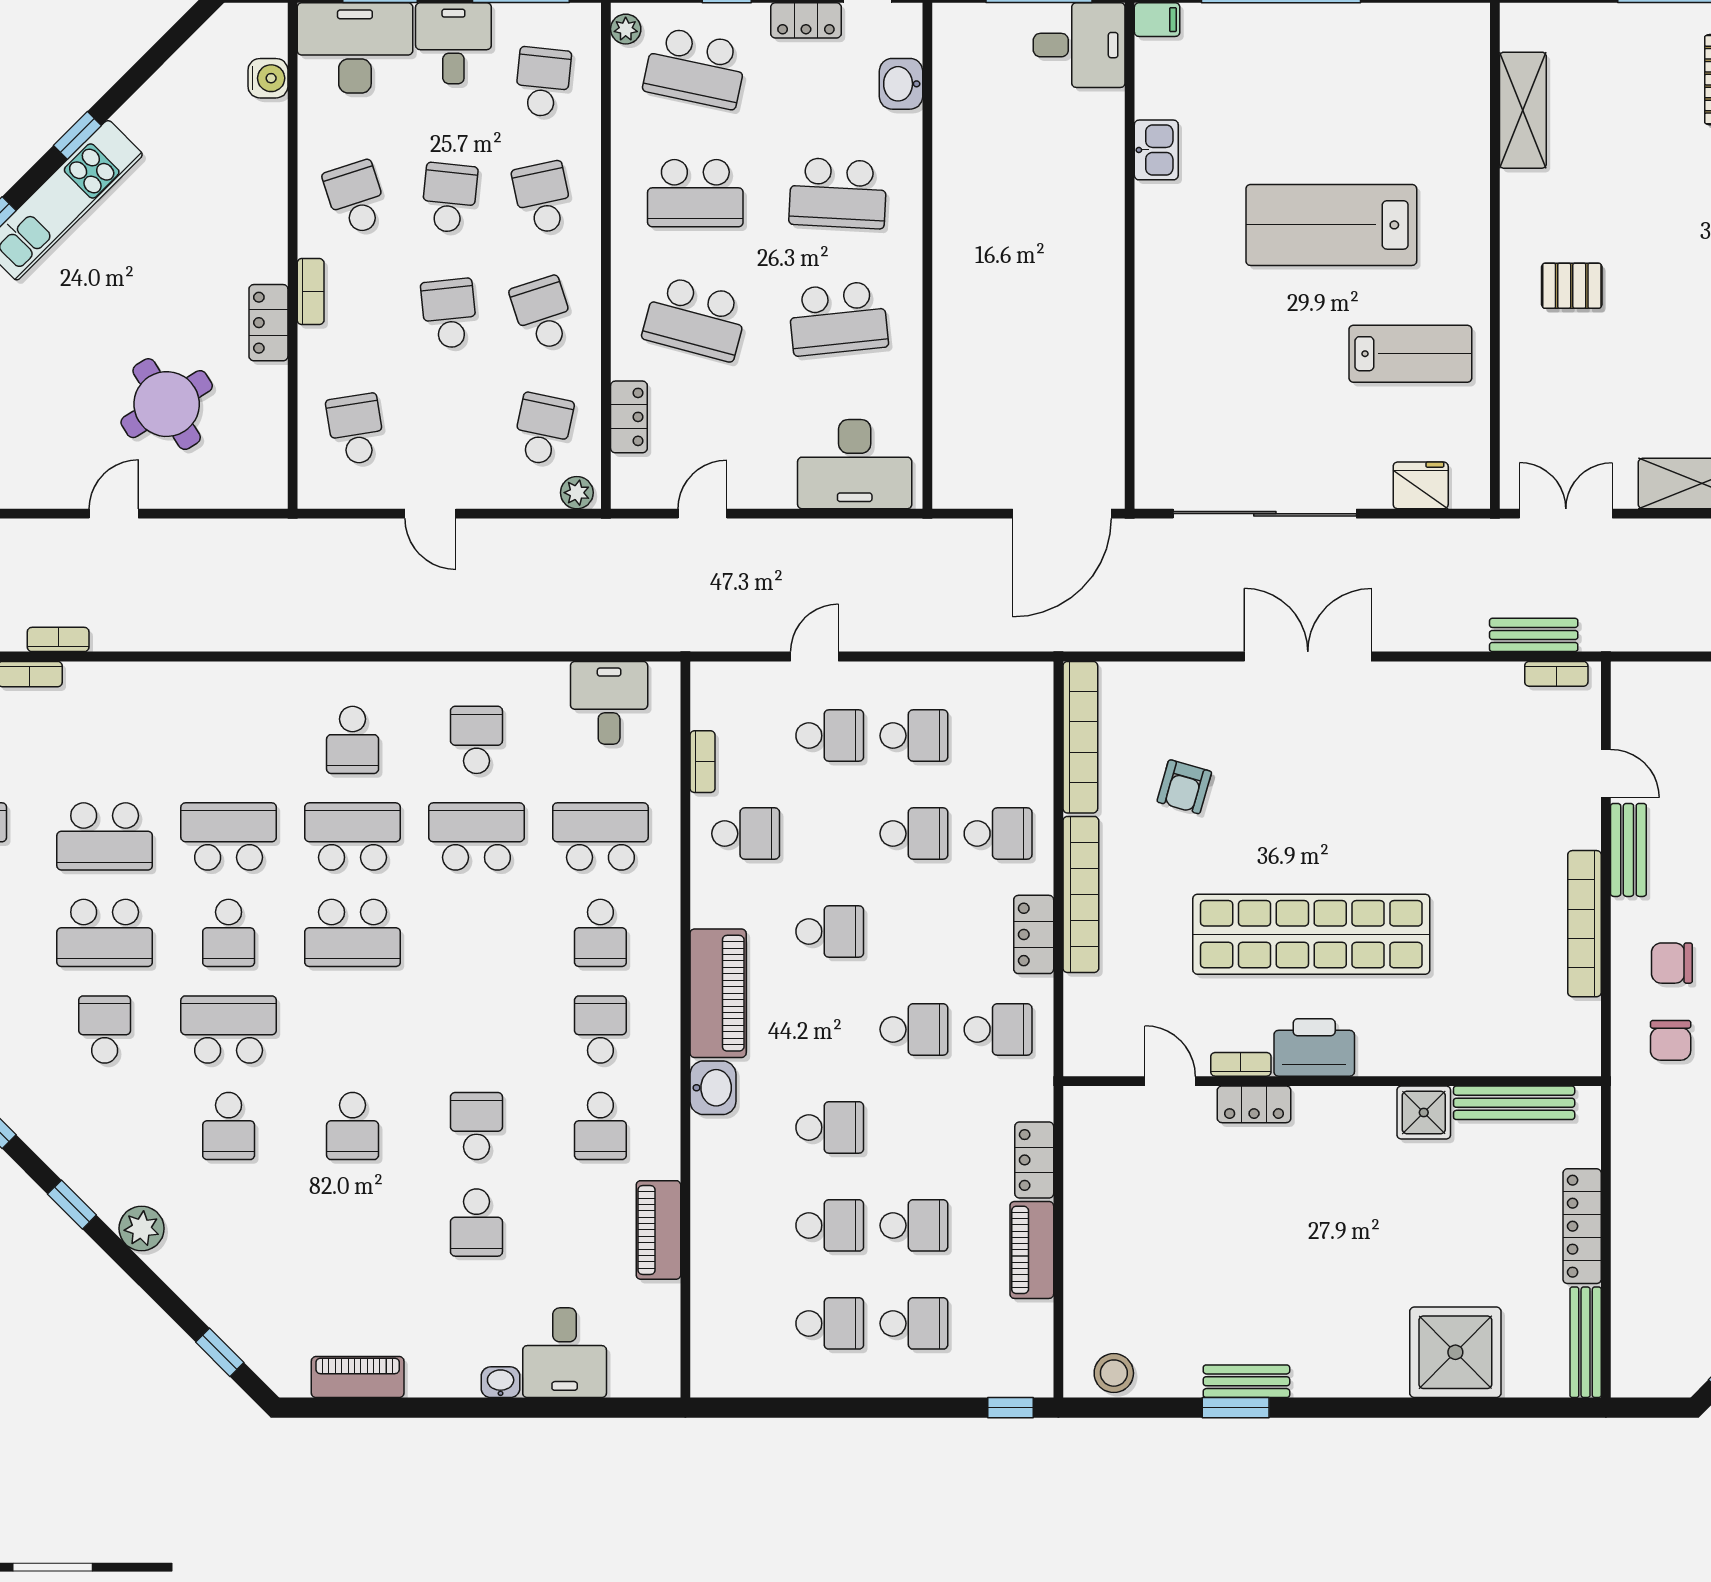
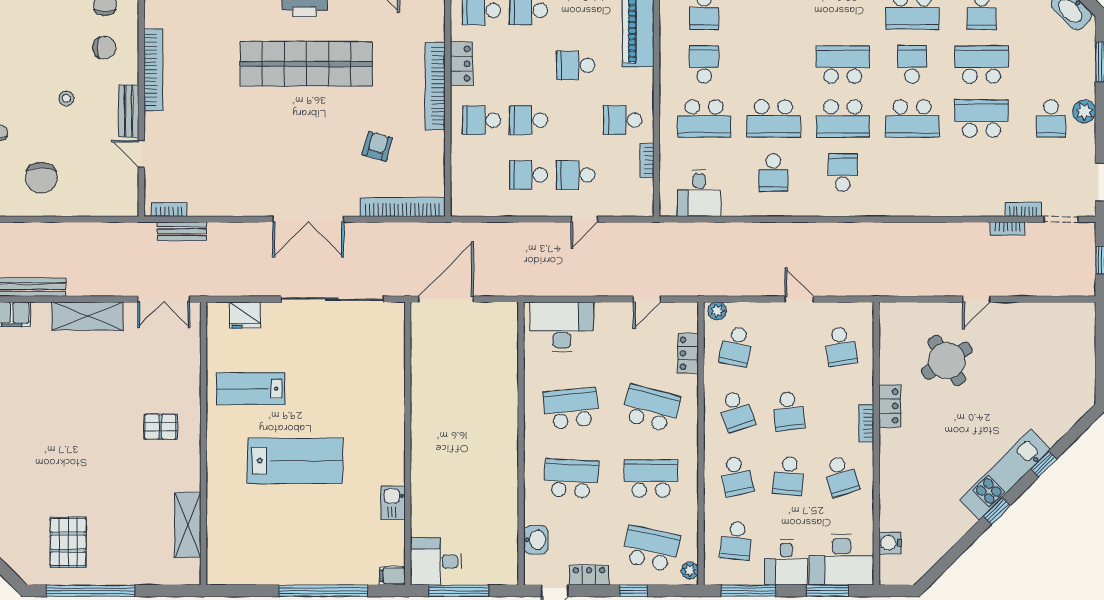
bookcase: (1080, 737) -> (403, 207), moved, turned 90

